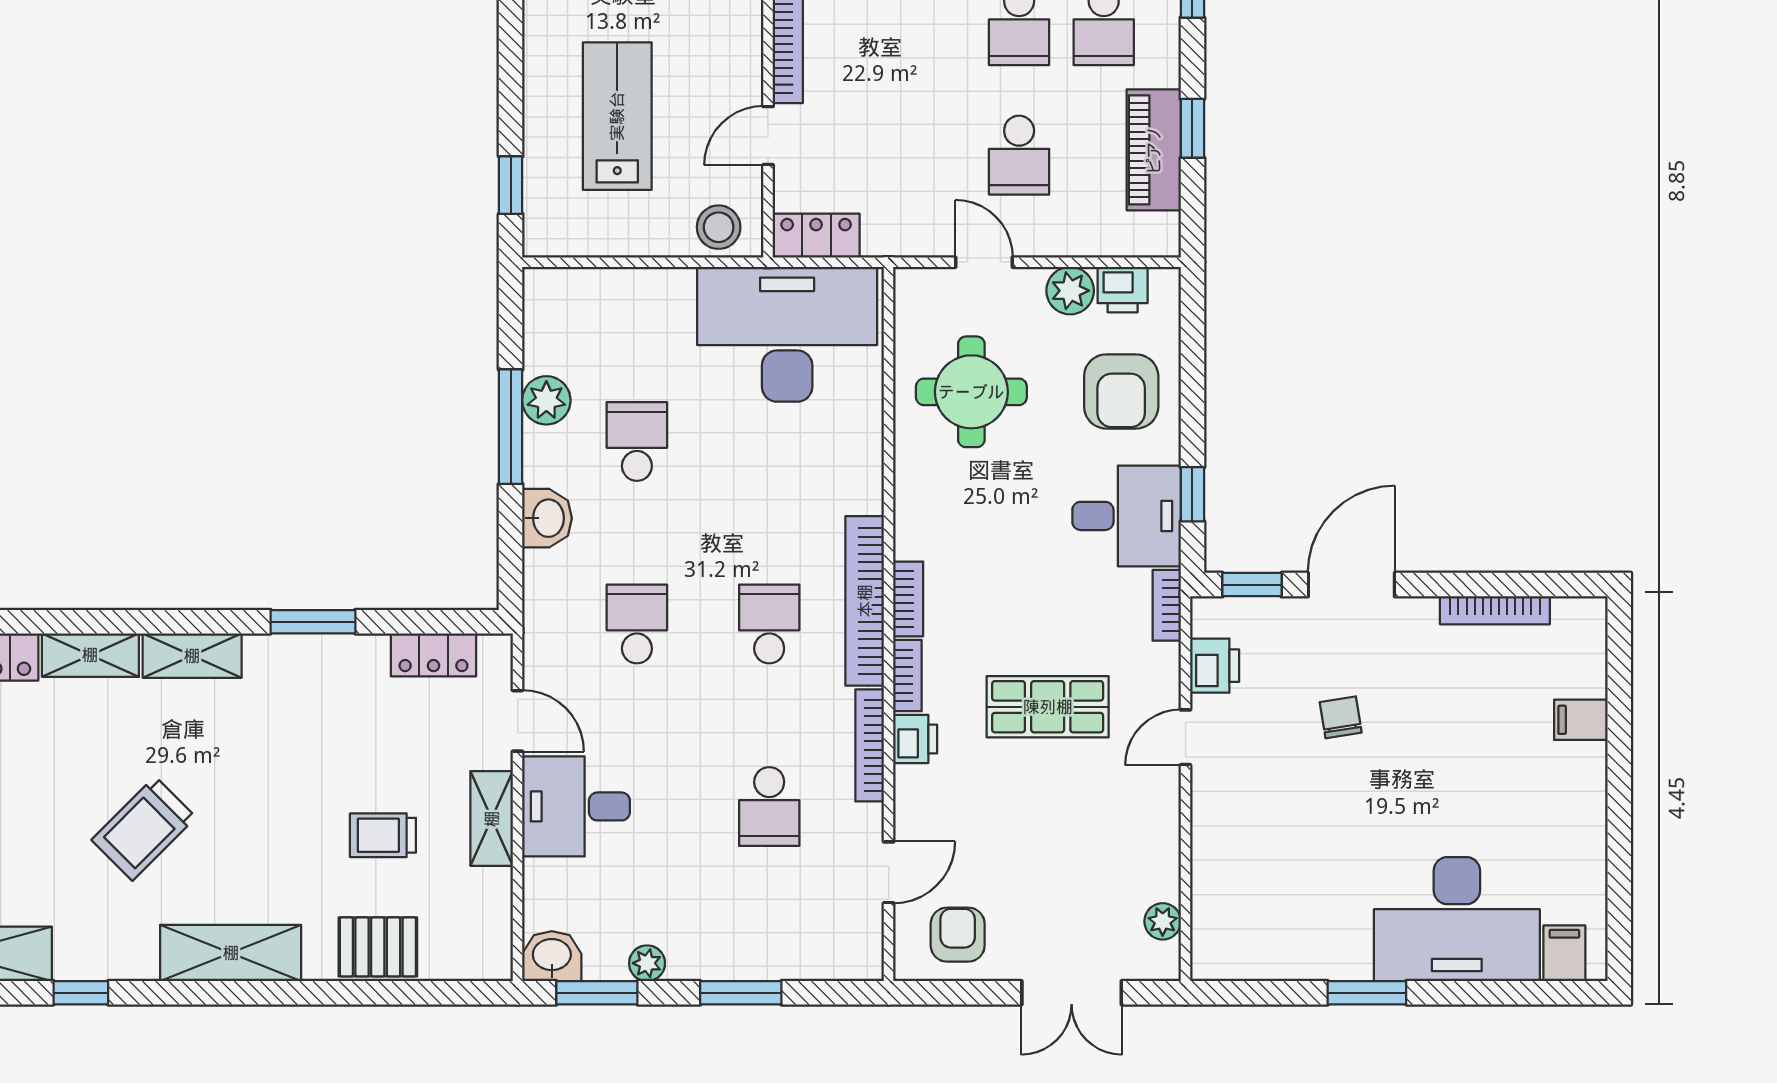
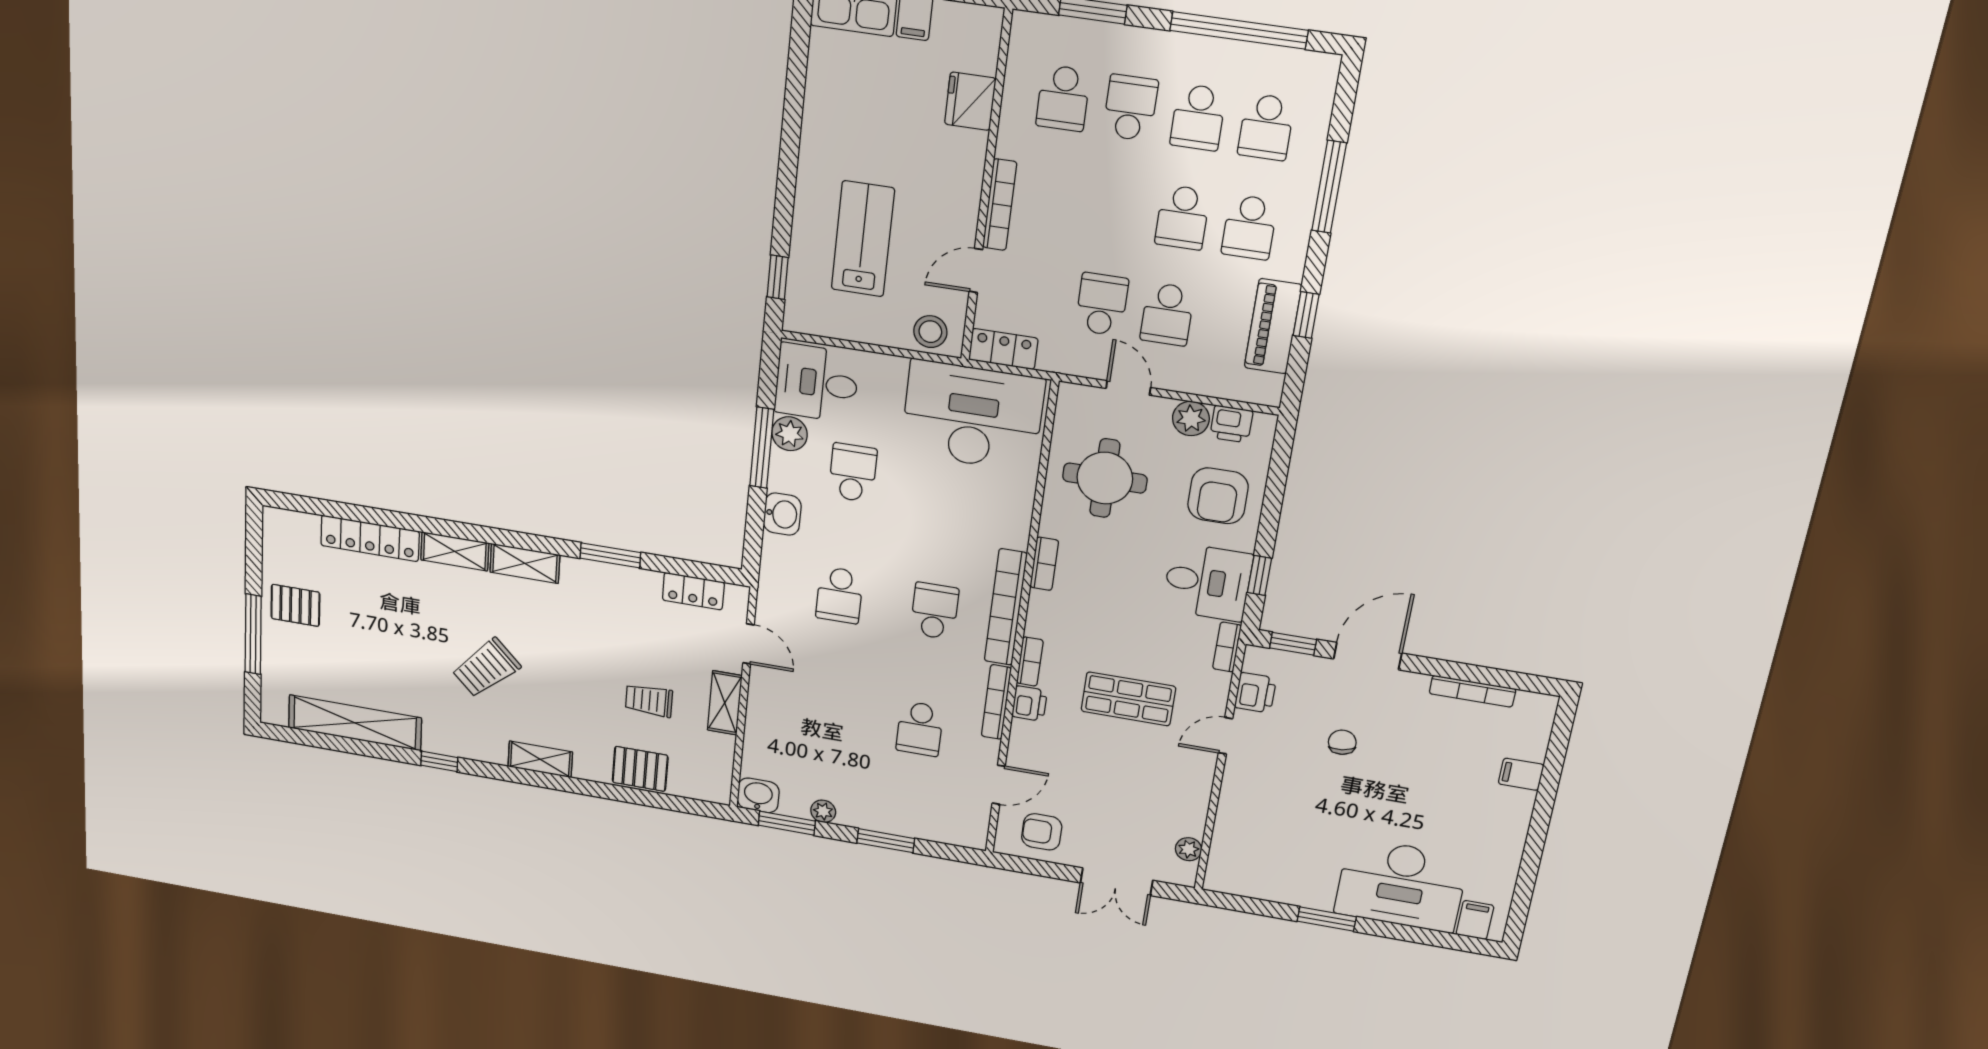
school desk: (934, 155) -> (1102, 304), added
bookcase: (908, 599) -> (1044, 564), moved
school desk: (637, 624) -> (839, 595), turned 180
desk: (576, 806) -> (817, 383), moved
armchair: (958, 935) -> (1042, 832), turned -90
shelving: (231, 953) -> (540, 759), width x0.67, depth x0.75

